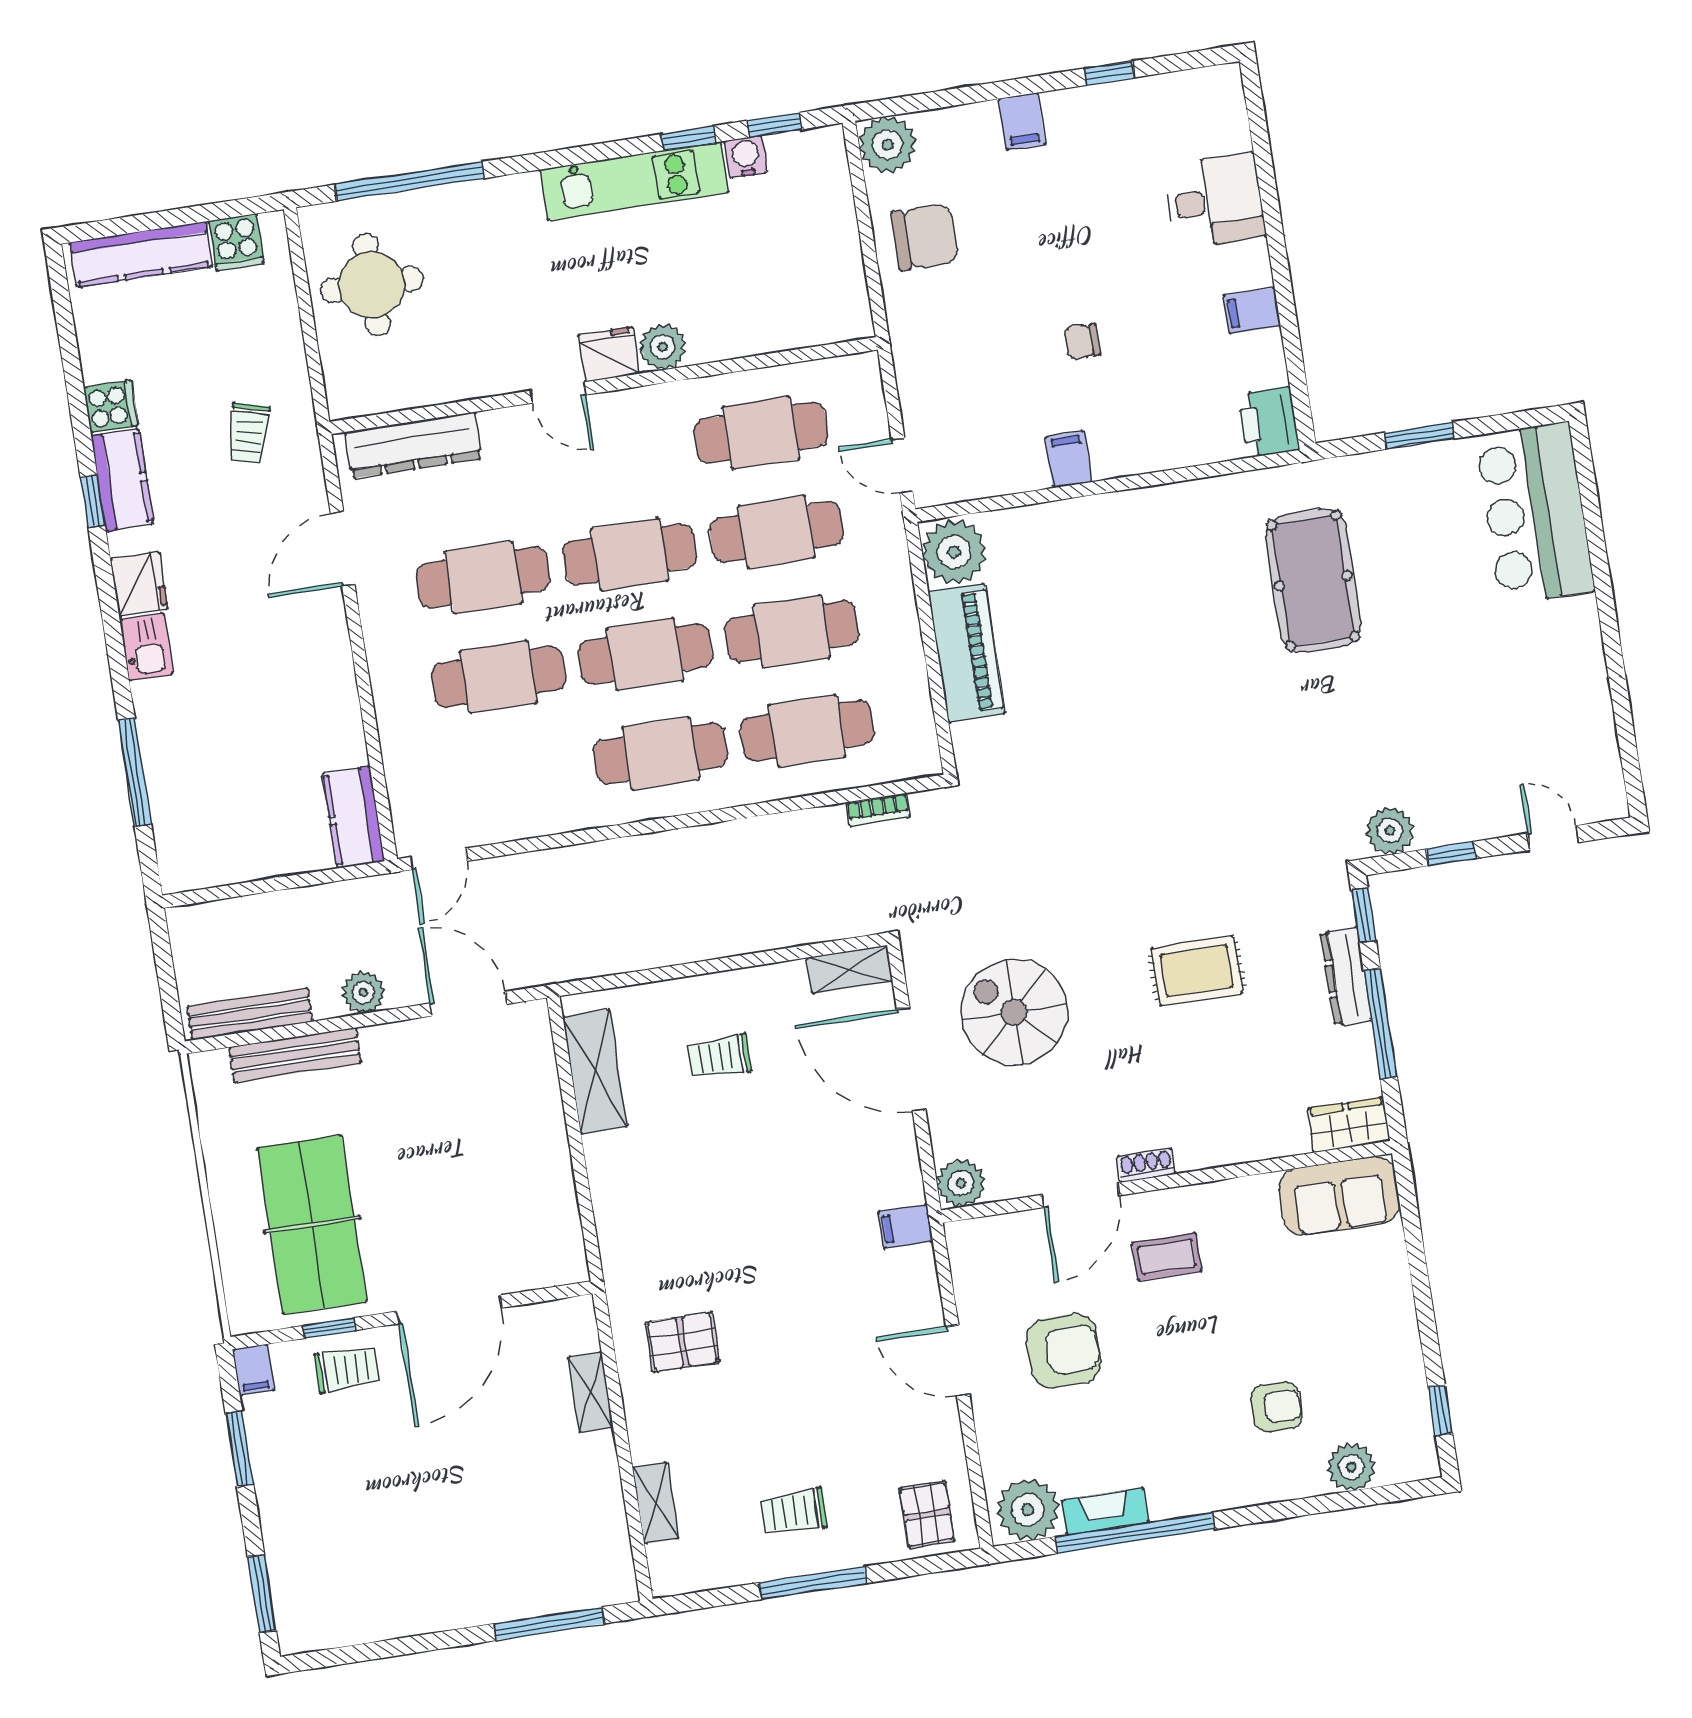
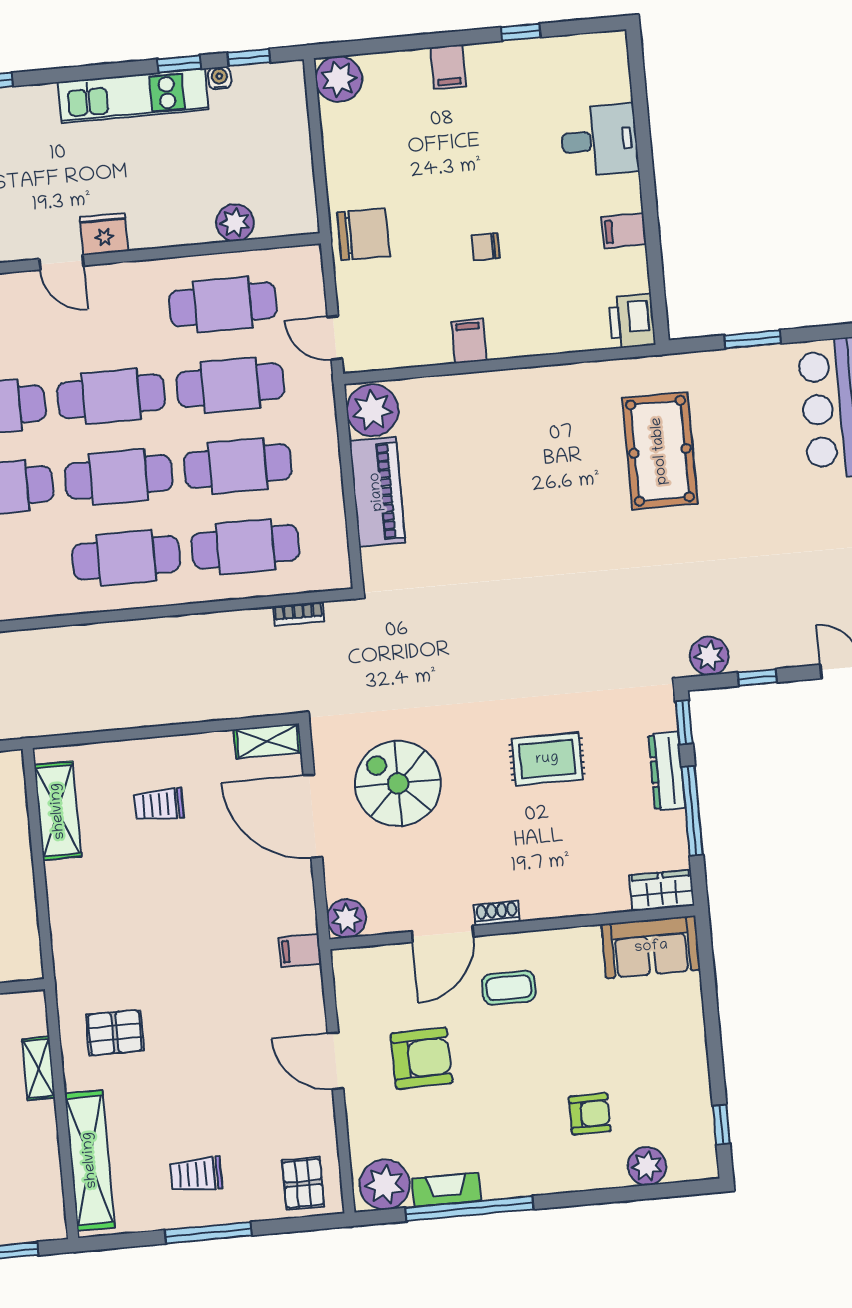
water cooler: (746, 157) -> (220, 78), width x0.72, depth x0.72
chair: (925, 237) -> (363, 234), moved
plant: (662, 347) -> (235, 223), moved
shelving: (655, 1503) -> (90, 1160), width x2.20, depth x1.33

